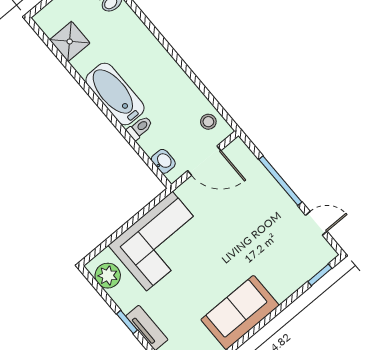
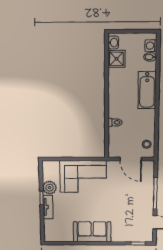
bathtub: (115, 94) -> (147, 90), moved, turned 180
washbasin: (163, 161) -> (113, 43), moved
plant: (108, 276) -> (50, 188), moved

